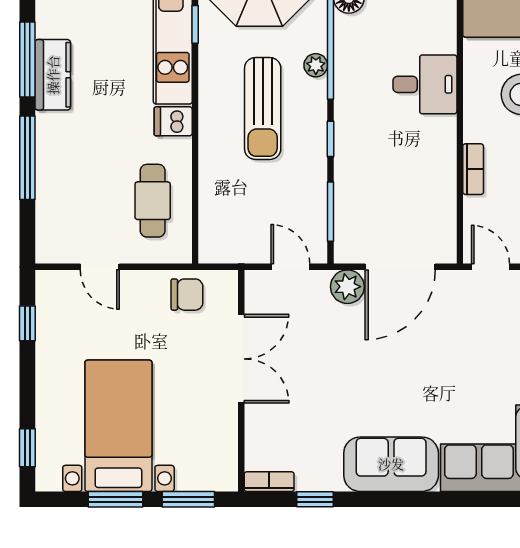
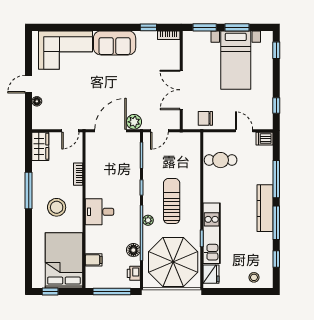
kitchen counter: (53, 75) -> (265, 208), width x1.50
dishwasher: (173, 121) -> (264, 139), moved, turned 180
cafe table: (153, 201) -> (221, 160), turned 90
door: (290, 267) -> (159, 131), hinge flipped
door: (491, 267) -> (70, 131), hinge flipped

